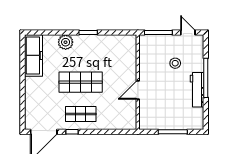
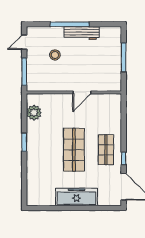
plant: (66, 42) -> (34, 113), moved
freezer: (34, 55) -> (76, 197), moved
door: (138, 90) -> (82, 92), hinge flipped

